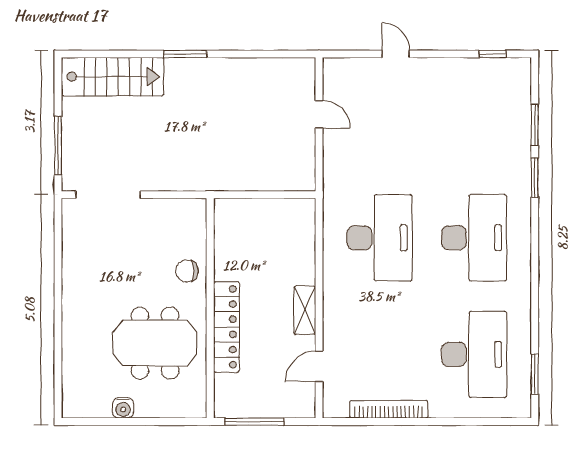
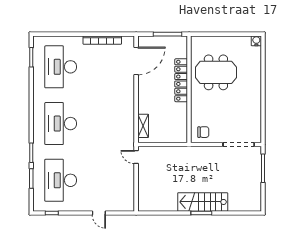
stairs: (113, 77) -> (203, 202), moved
door: (319, 114) -> (136, 157), moved
desk: (380, 238) -> (61, 180), moved
chair: (187, 271) -> (203, 132), moved
shelving: (305, 310) -> (143, 126), moved
door: (319, 366) -> (136, 61), width x1.88
water cooler: (123, 408) -> (256, 41), moved

